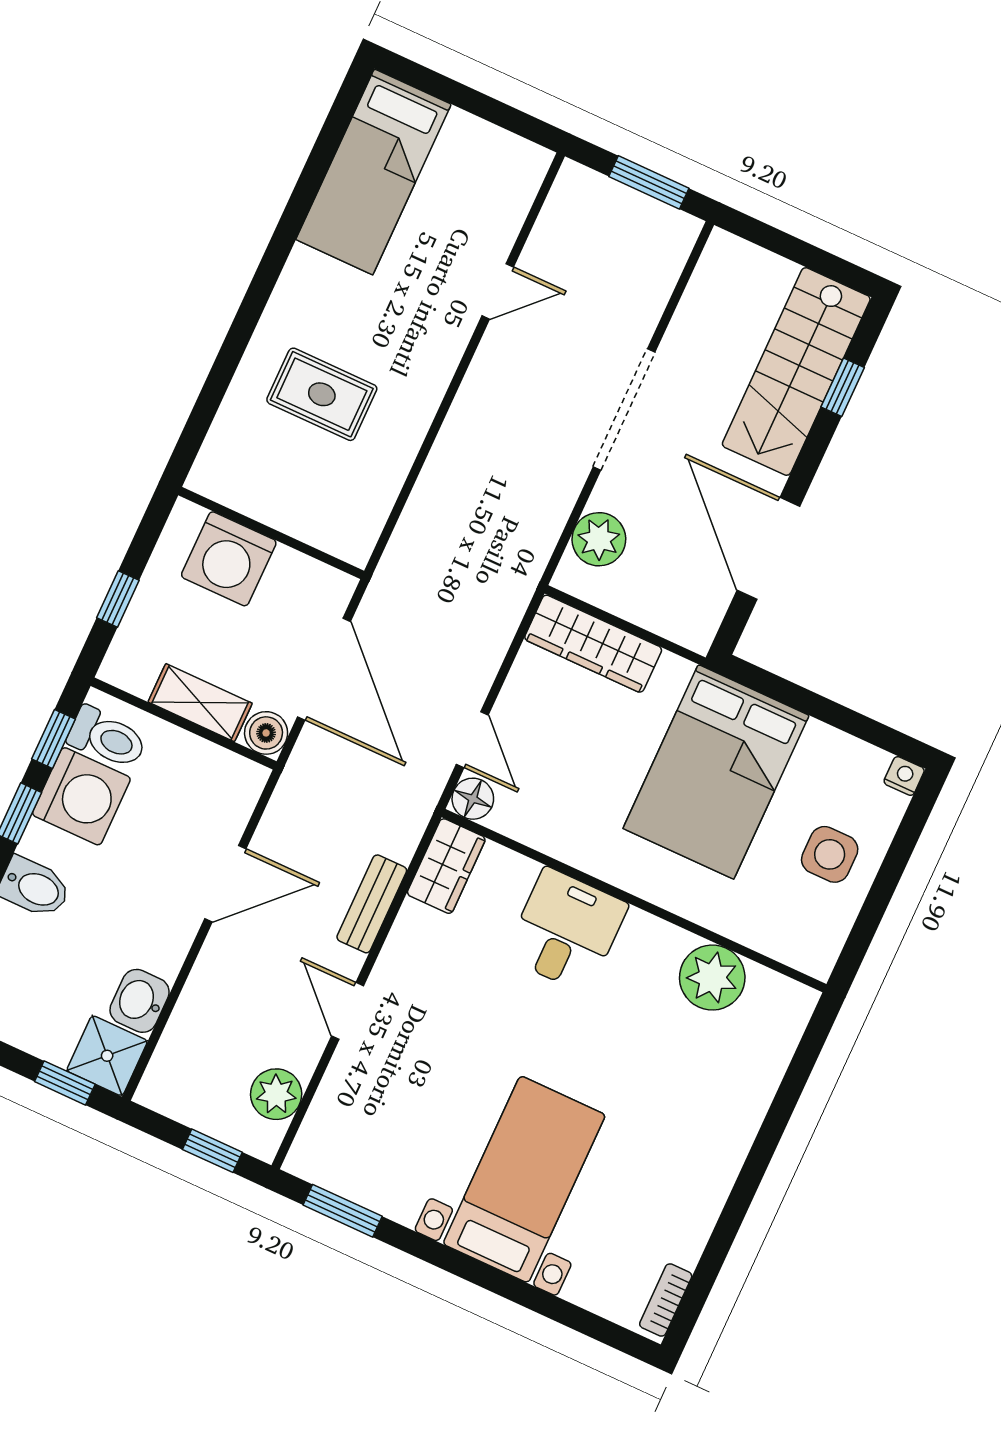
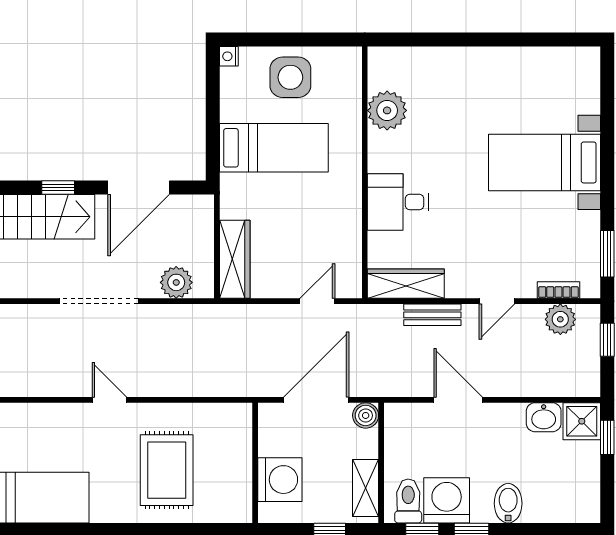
door: (498, 291) -> (109, 400), moved
window: (843, 387) -> (58, 188), moved
rug: (322, 394) -> (167, 470), width x1.36, depth x1.43
shelving: (200, 703) -> (366, 488), moved
bed: (716, 772) -> (274, 148), width x0.67
floor lamp: (473, 799) -> (350, 286), removed
side table: (830, 854) -> (290, 77), width x1.37, depth x1.37
wardrobe: (446, 866) -> (406, 284), width x1.50
bookcase: (666, 1300) -> (558, 290), moved, turned 180

